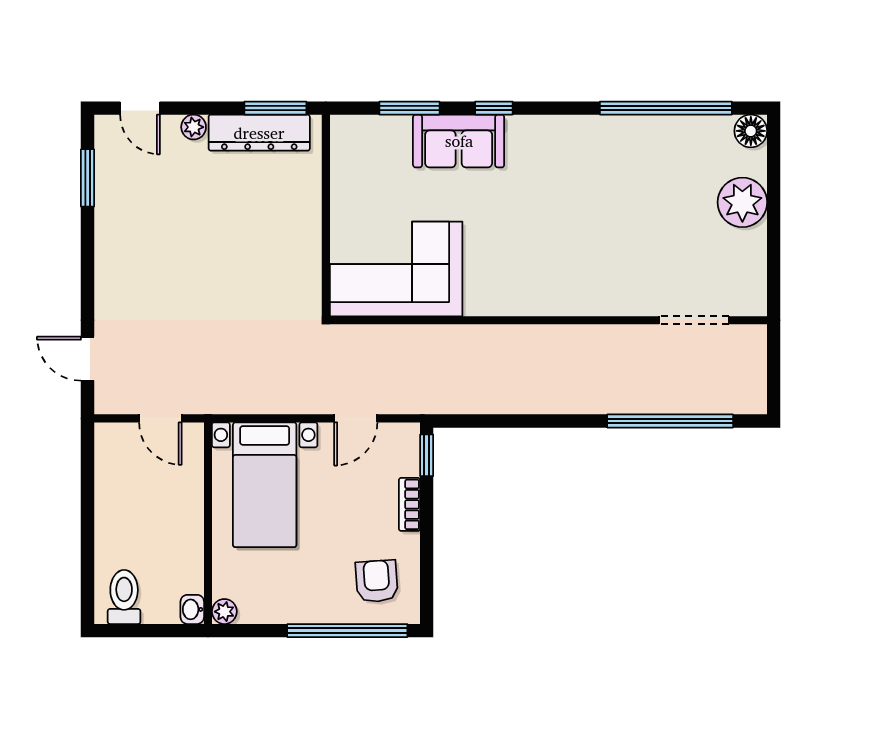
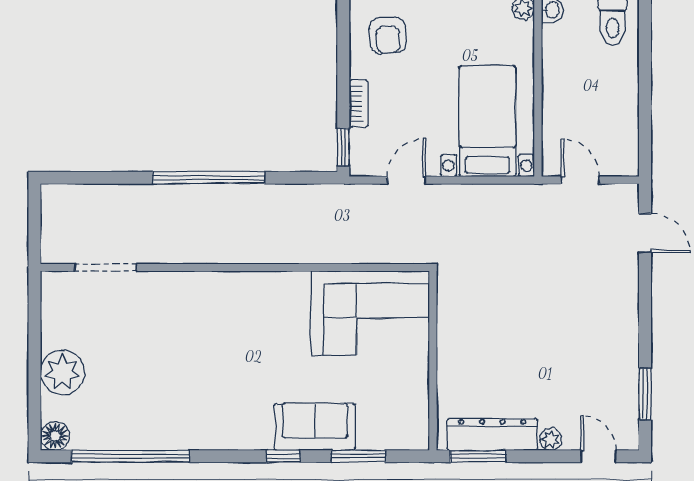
window: (670, 421) -> (209, 178), moved

